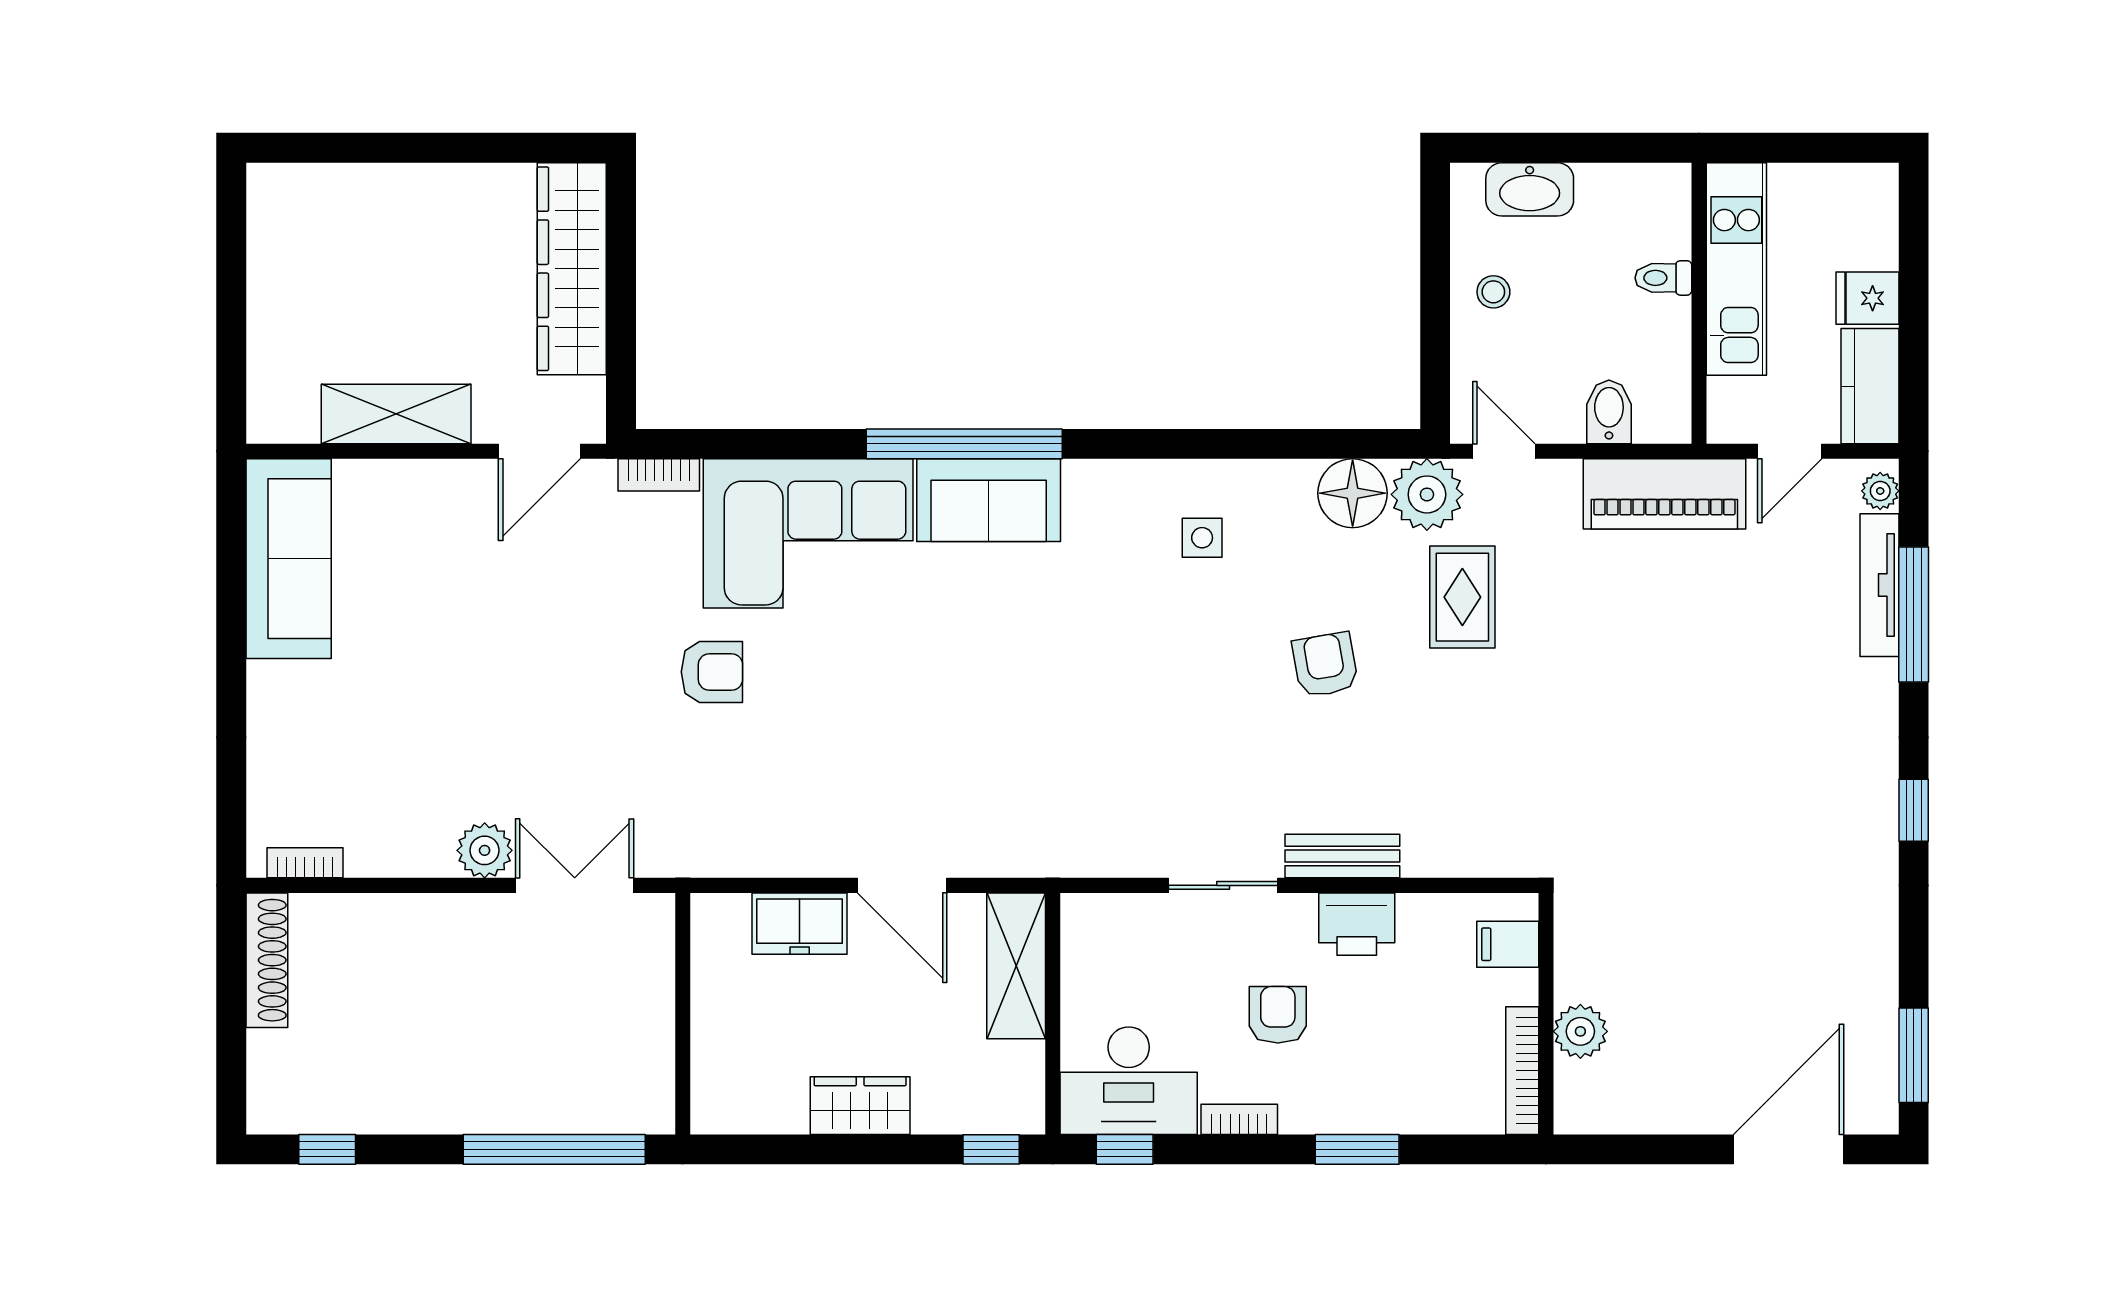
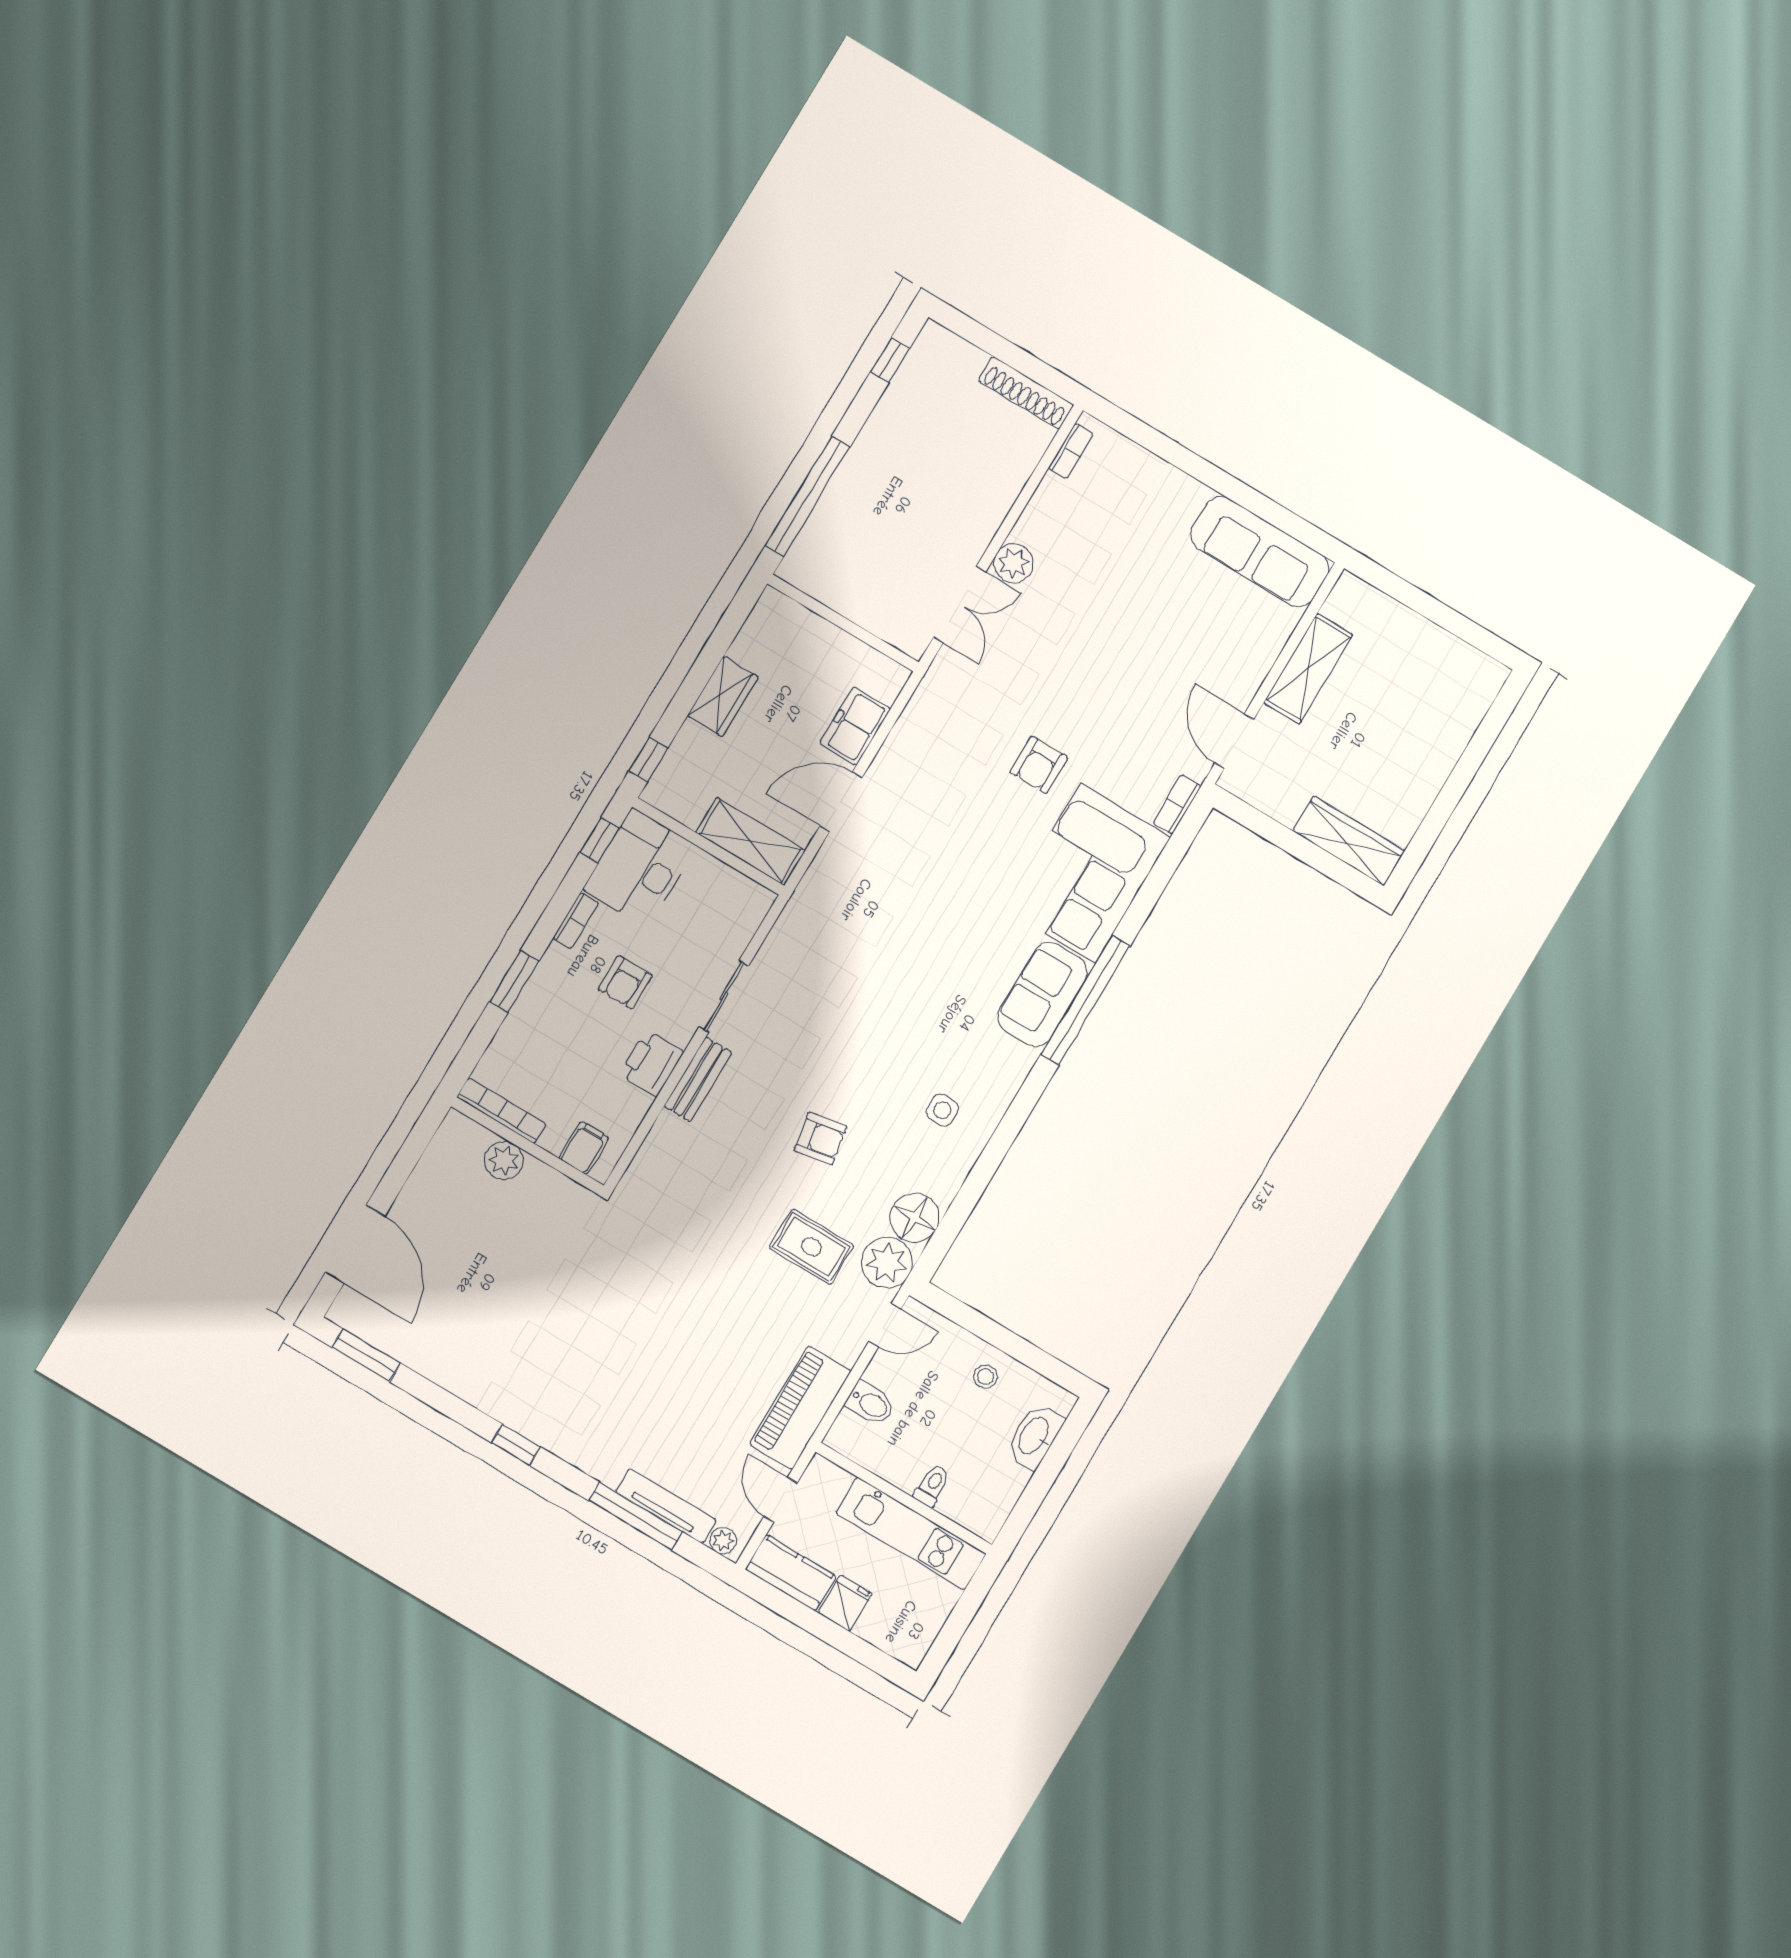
wardrobe: (572, 269) -> (1349, 841), width x0.71, depth x0.85
armchair: (1278, 1015) -> (625, 982), turned 90

